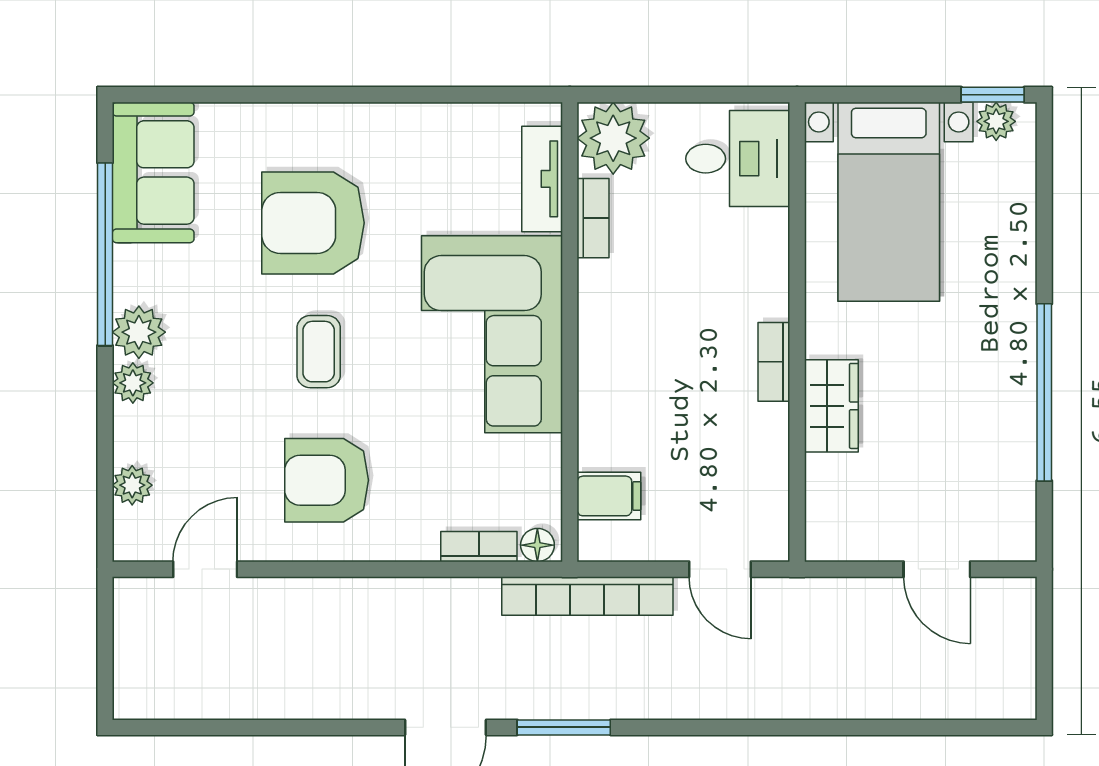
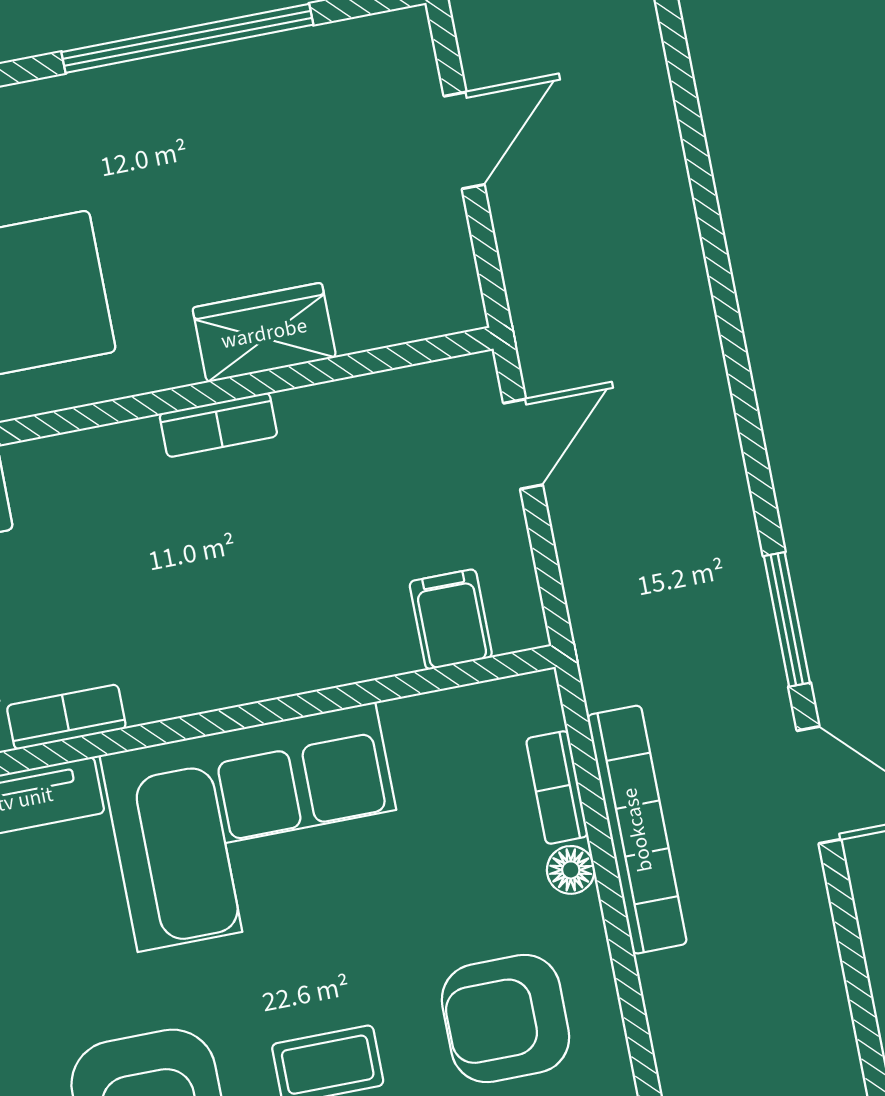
armchair: (327, 480) -> (506, 1019), turned 90
floor lamp: (537, 545) -> (571, 870), moved
bookcase: (587, 596) -> (637, 830), moved

